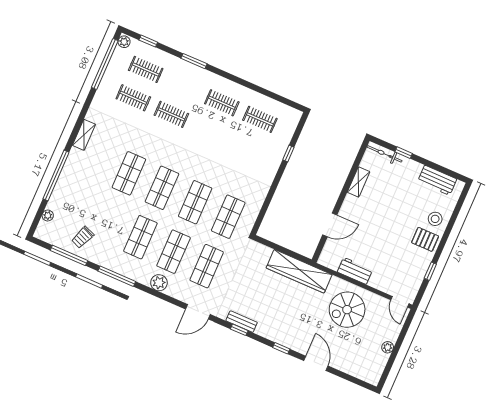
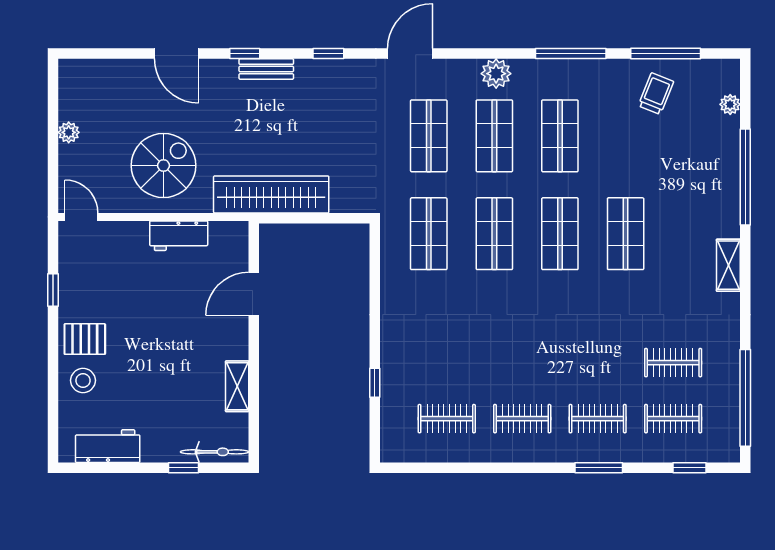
plant: (124, 42) -> (729, 449), removed
clothes rail: (171, 114) -> (598, 419), moved
bench: (242, 322) -> (266, 69), moved

